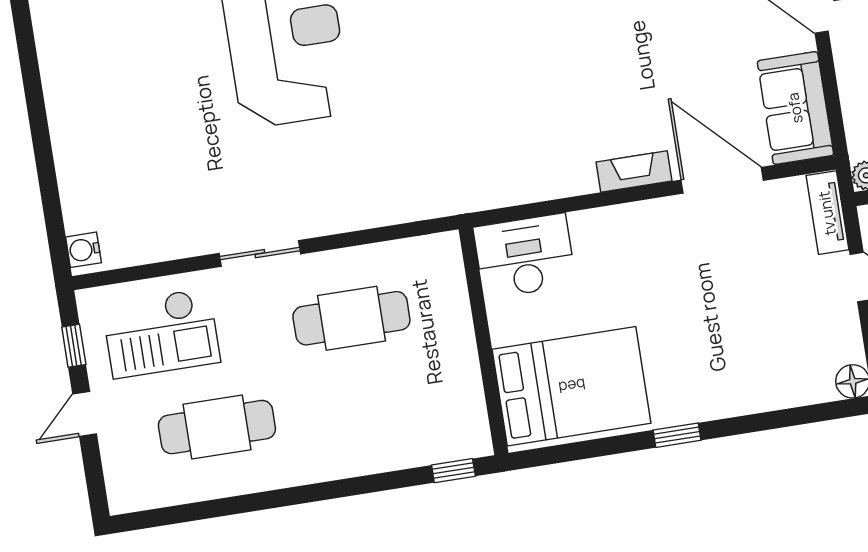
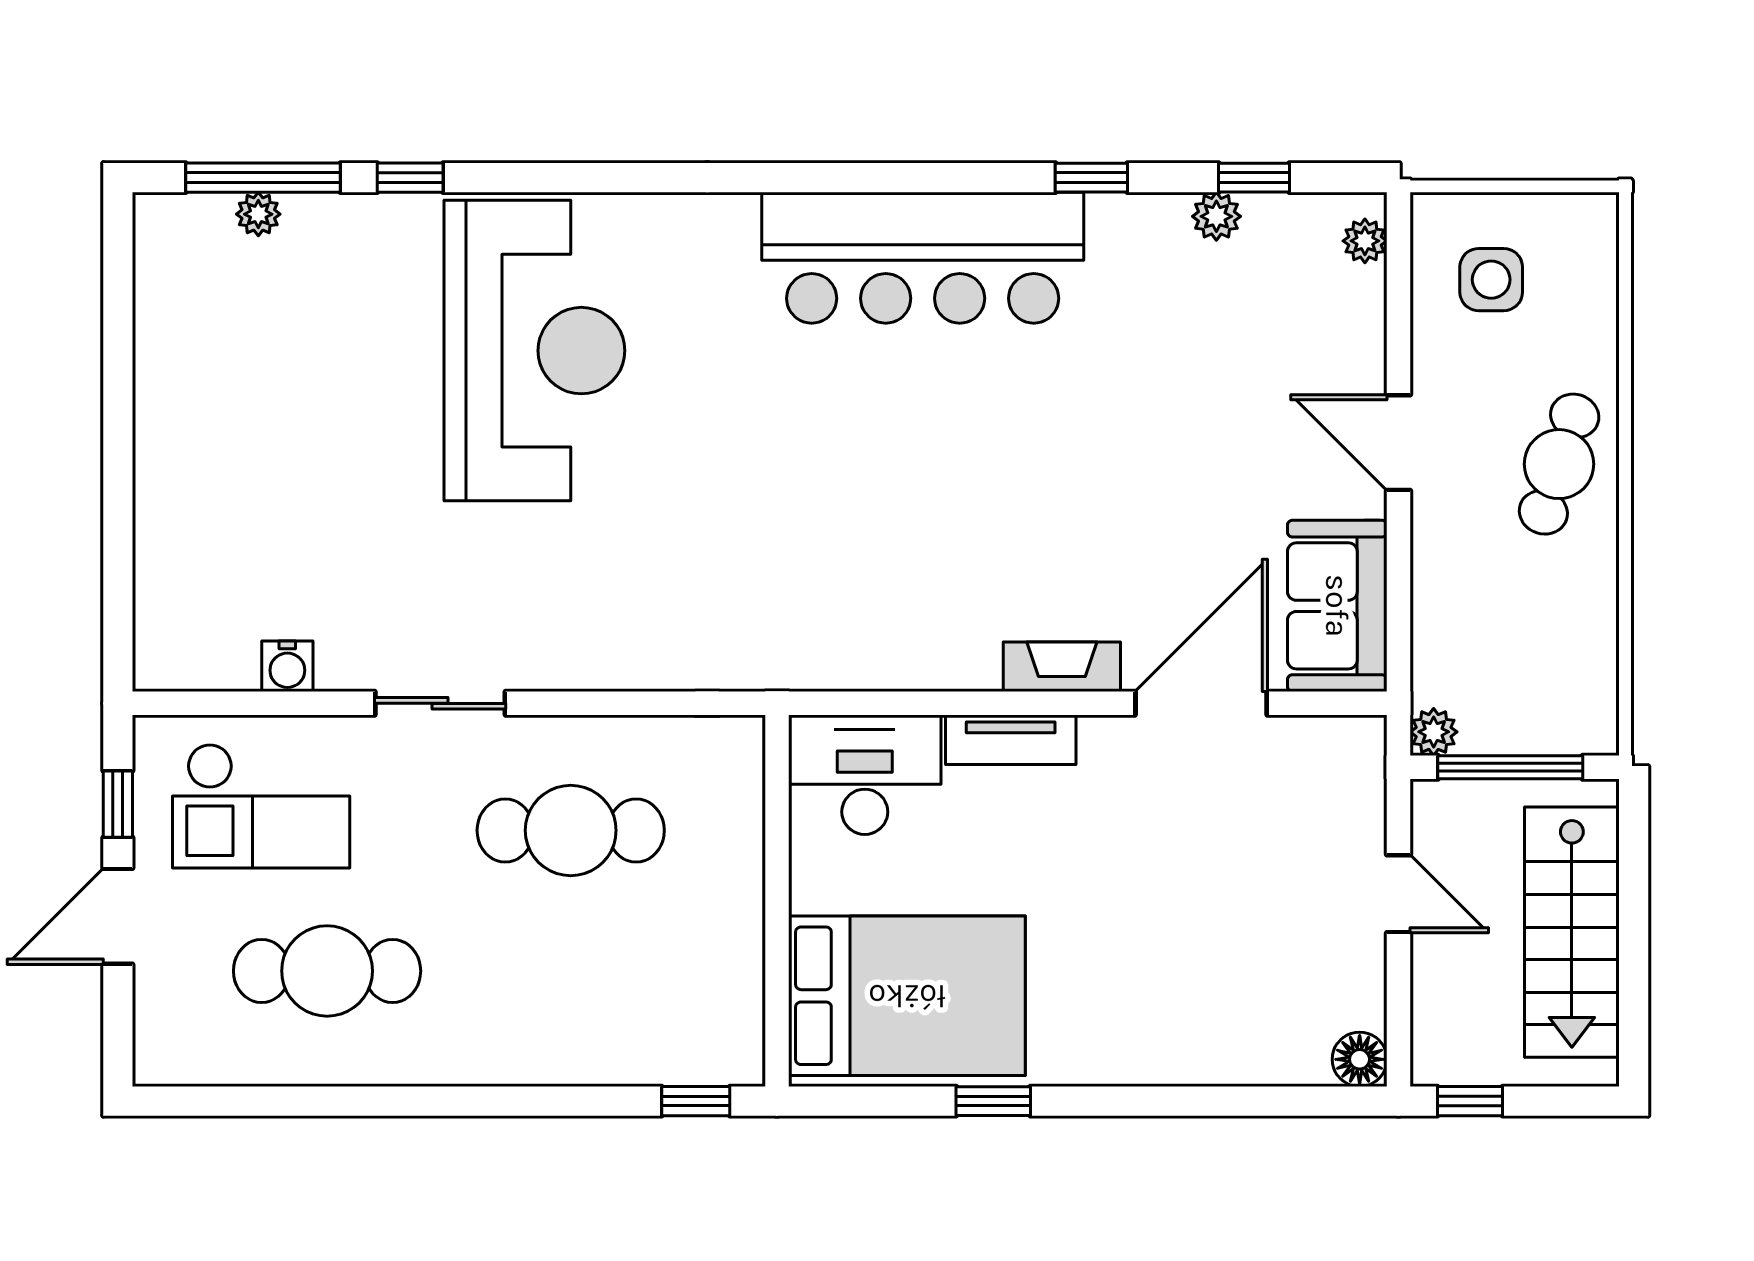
door: (722, 180) -> (1201, 703), hinge flipped
tv unit: (827, 213) -> (1011, 740), moved, turned -90
water cooler: (83, 250) -> (287, 666), moved, turned -90
door: (85, 414) -> (118, 916), width x1.38
window: (677, 435) -> (993, 1101), moved

